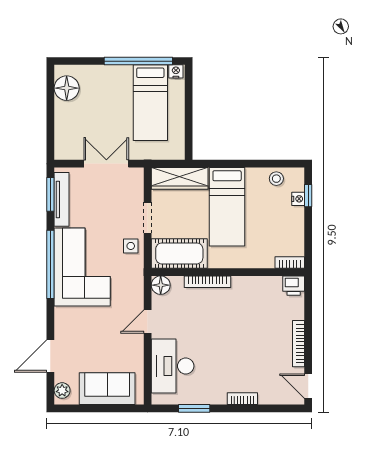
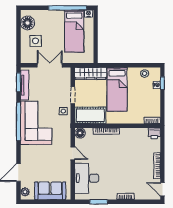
side table: (81, 120) -> (36, 41), added
door: (148, 321) -> (73, 153), swing flipped

